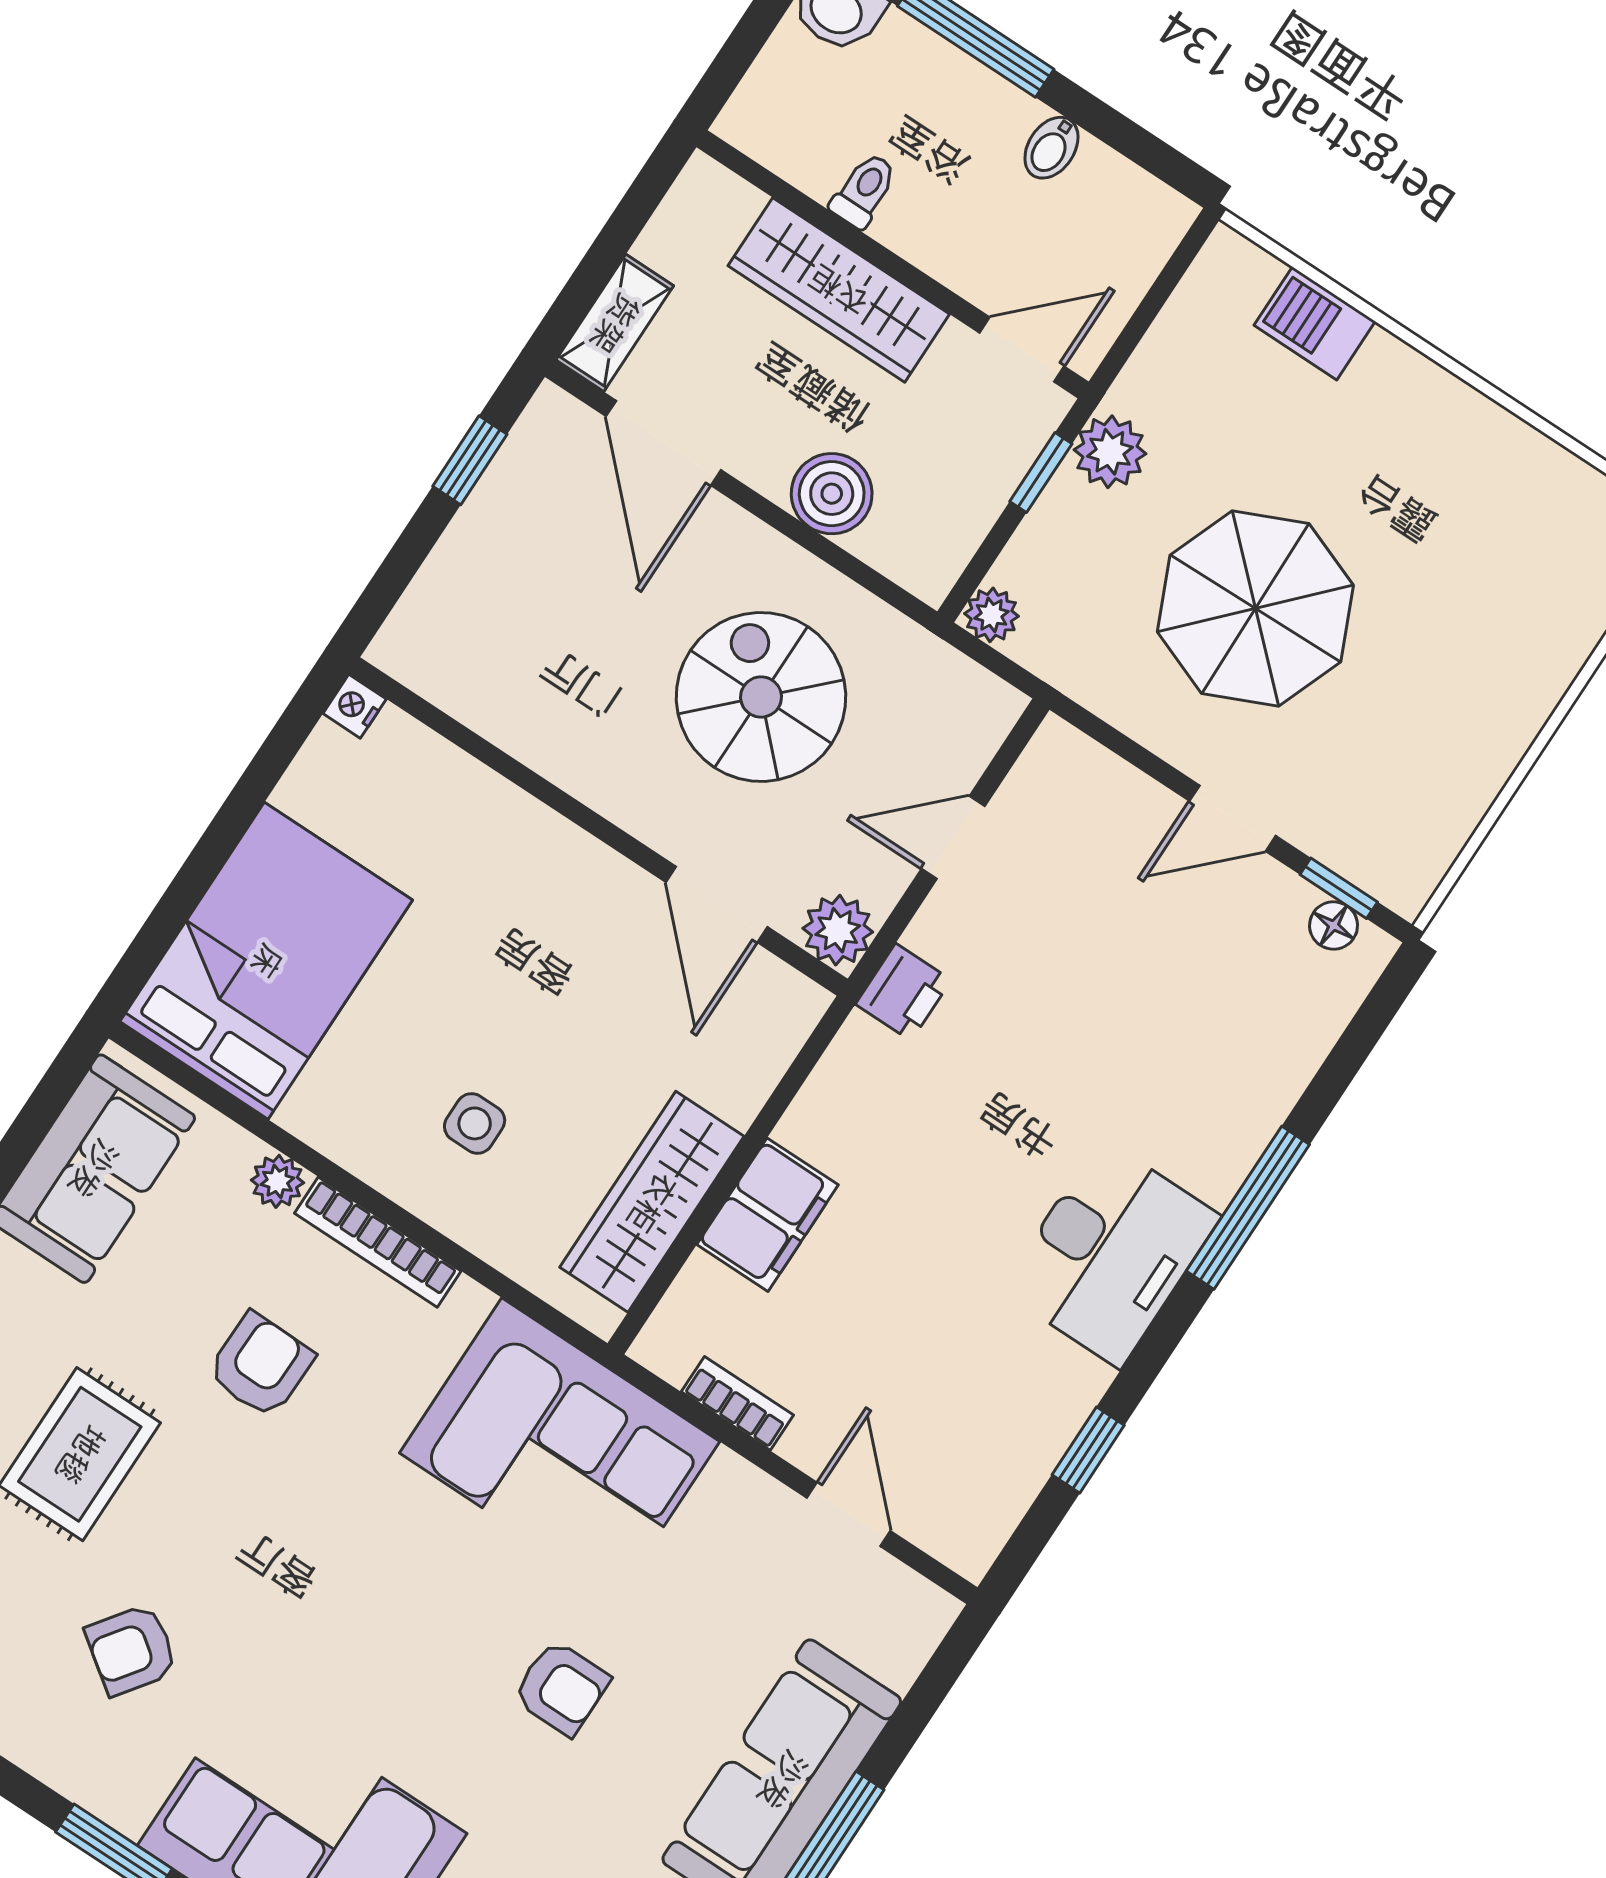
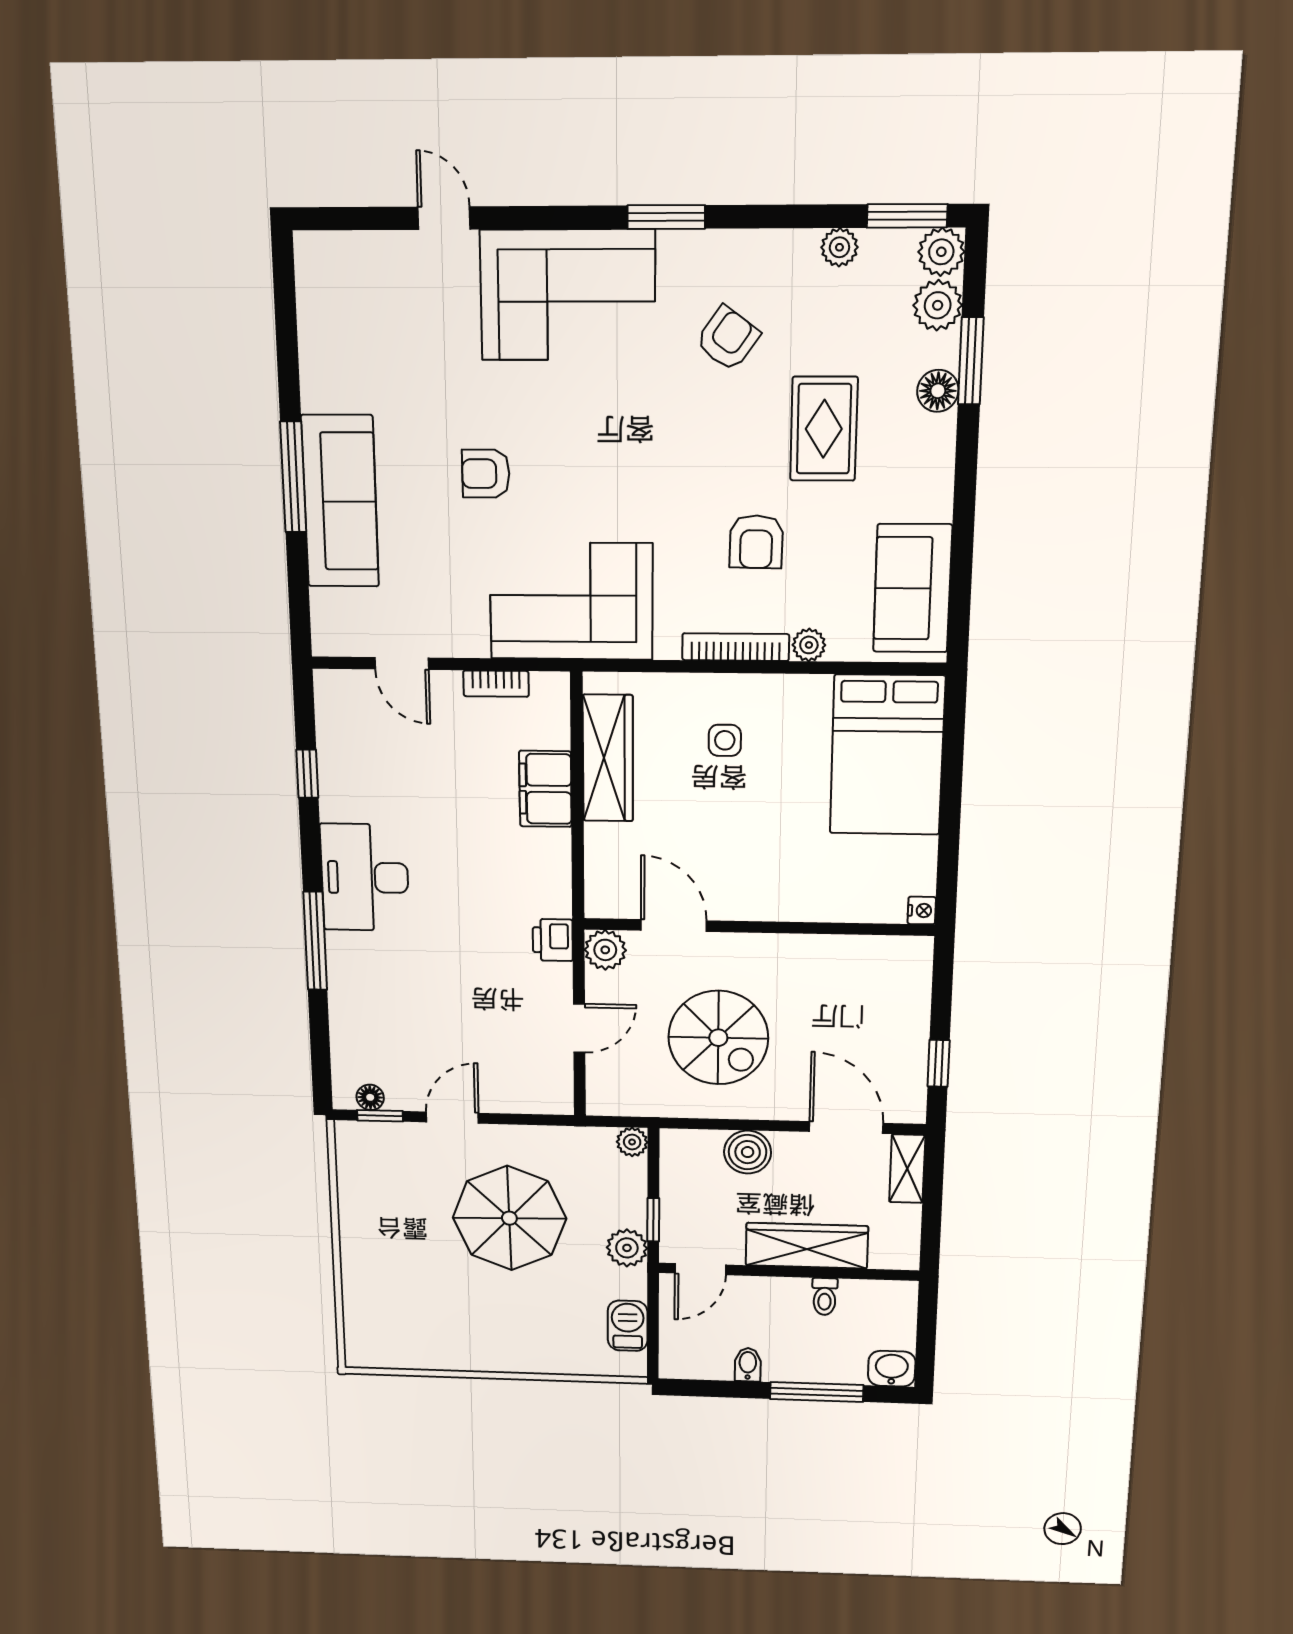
barbecue: (1315, 323) -> (628, 1326), moved, turned -90

